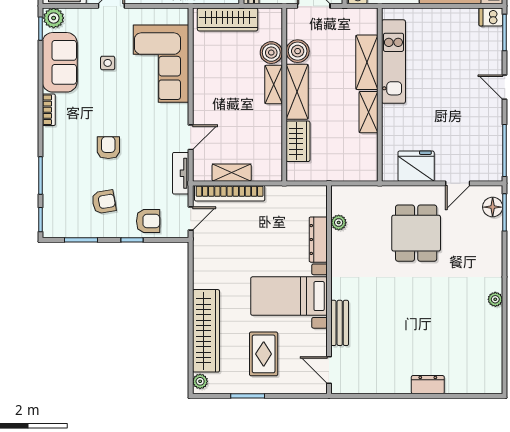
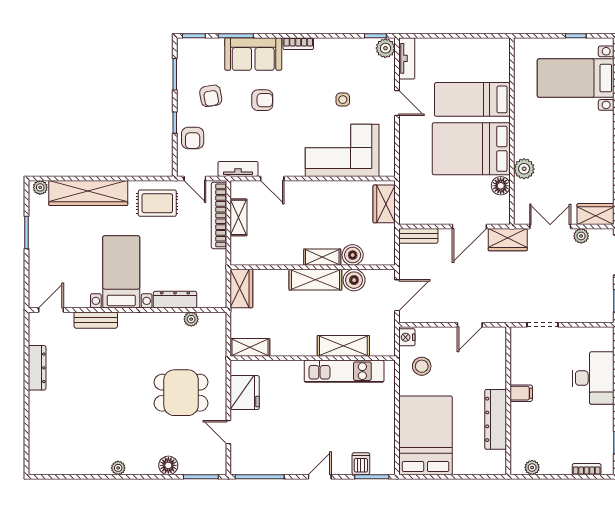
dishwasher: (491, 17) -> (361, 464), moved
wardrobe: (228, 19) -> (384, 204), width x0.67
sofa: (60, 62) -> (253, 54), moved
shelving: (368, 112) -> (250, 347), moved
wardrobe: (298, 141) -> (241, 289), moved, turned -90
floor lamp: (493, 207) -> (168, 465), moved
rug: (264, 354) -> (157, 203), moved
dresser: (428, 385) -> (37, 368), moved, width x1.44

